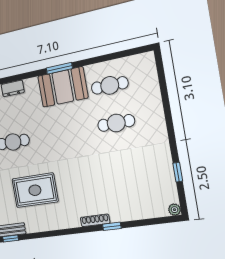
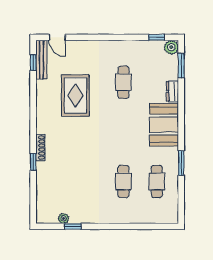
window: (59, 68) -> (181, 163), moved
booth: (63, 87) -> (164, 125), moved
plant: (174, 210) -> (63, 219), moved

